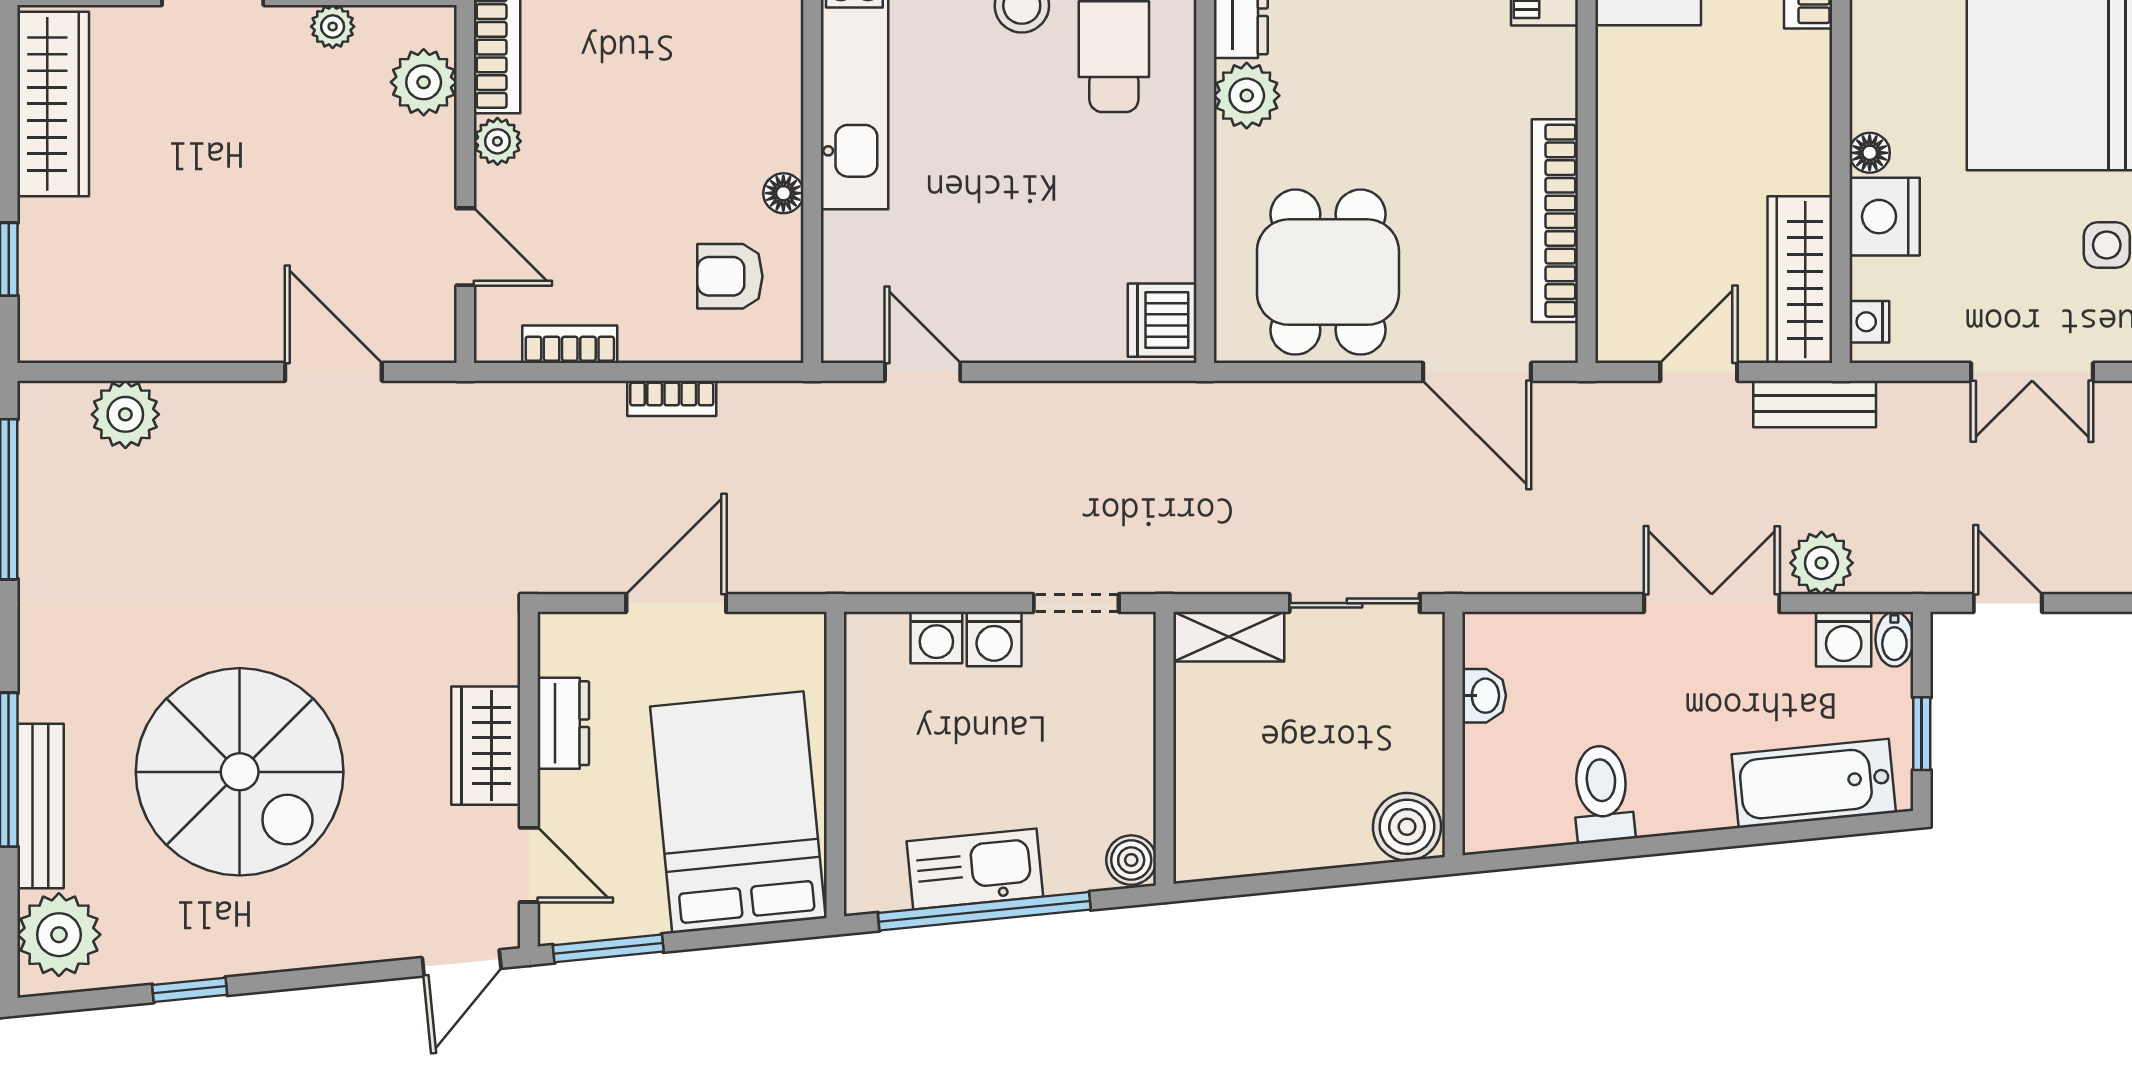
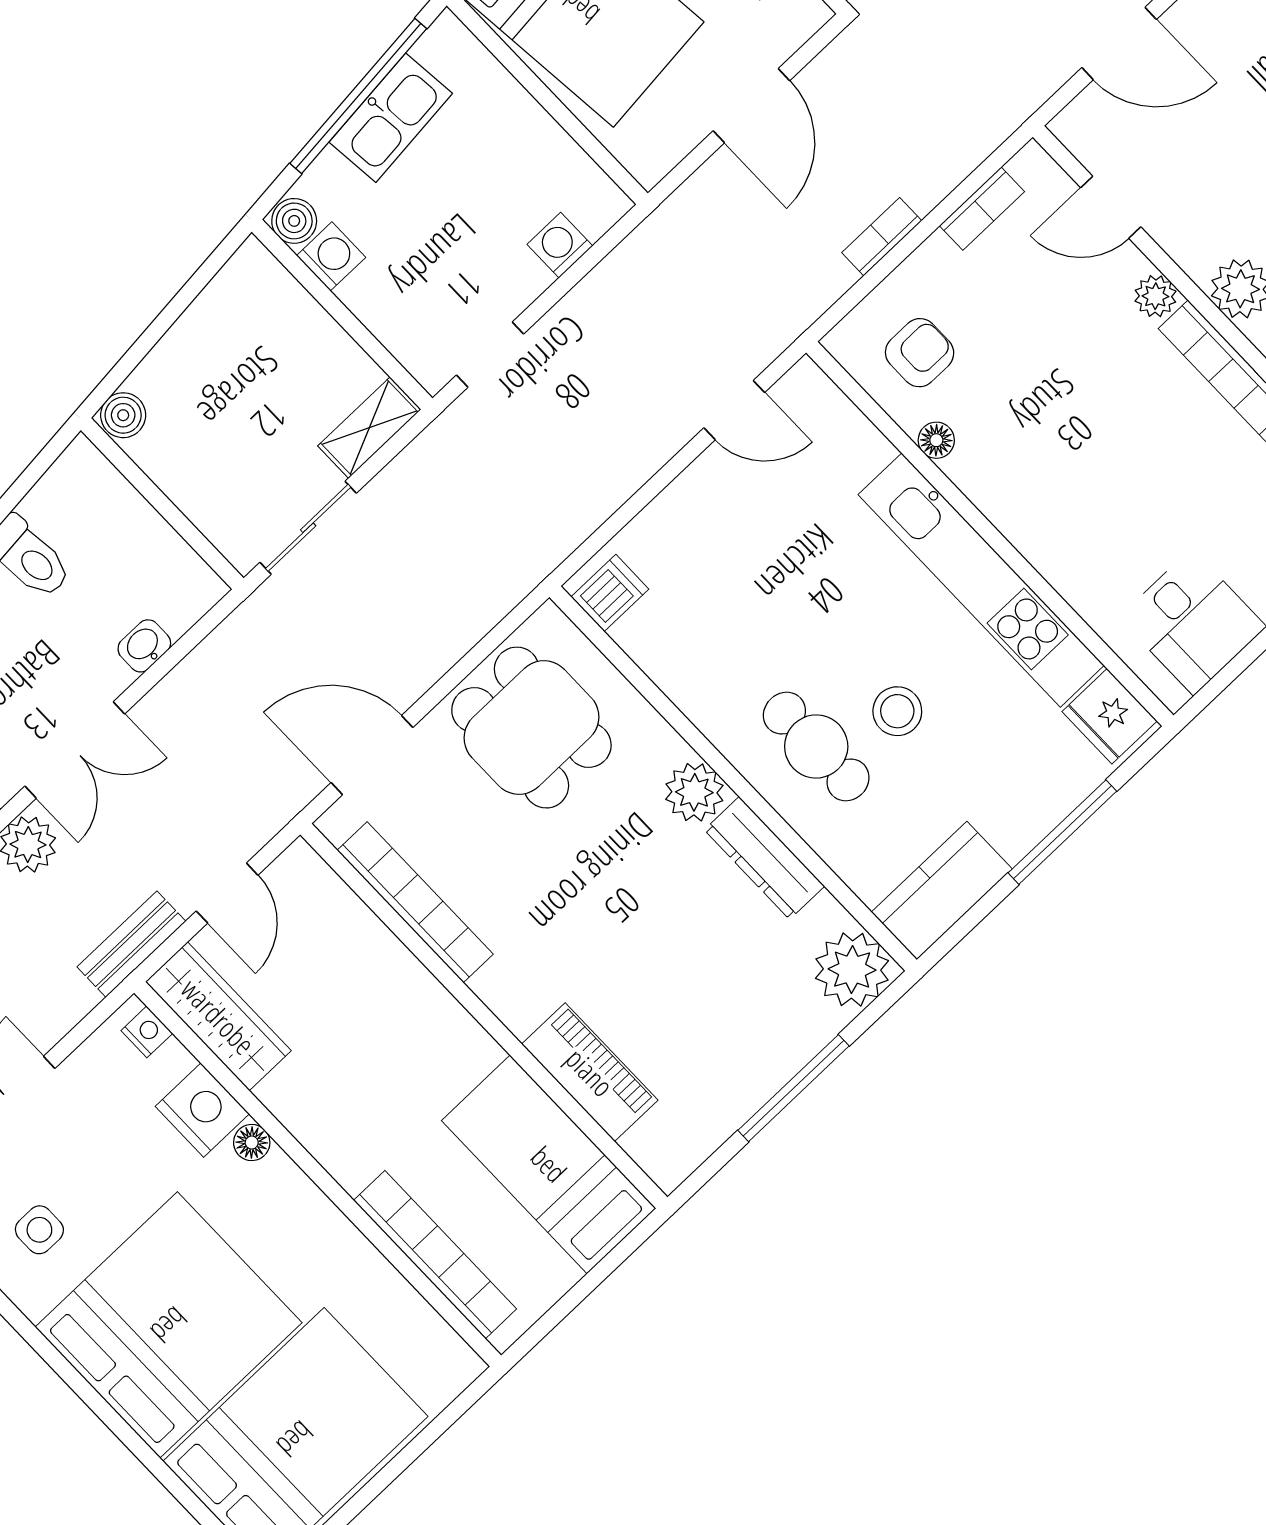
dishwasher: (1162, 320) -> (610, 593), width x0.73
washing machine: (994, 639) -> (331, 256), moved, turned 90
washbasin: (1484, 696) -> (144, 646), moved, turned 90
boiler: (1407, 827) -> (123, 415), width x0.73, depth x0.73

